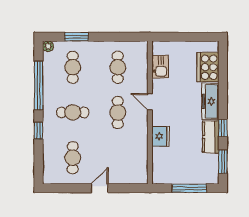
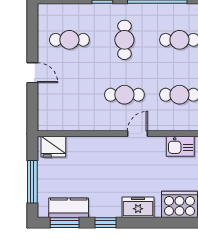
freezer: (210, 101) -> (138, 207), width x0.71
fridge: (161, 136) -> (53, 147), moved
kitchen counter: (211, 137) -> (69, 208), moved

